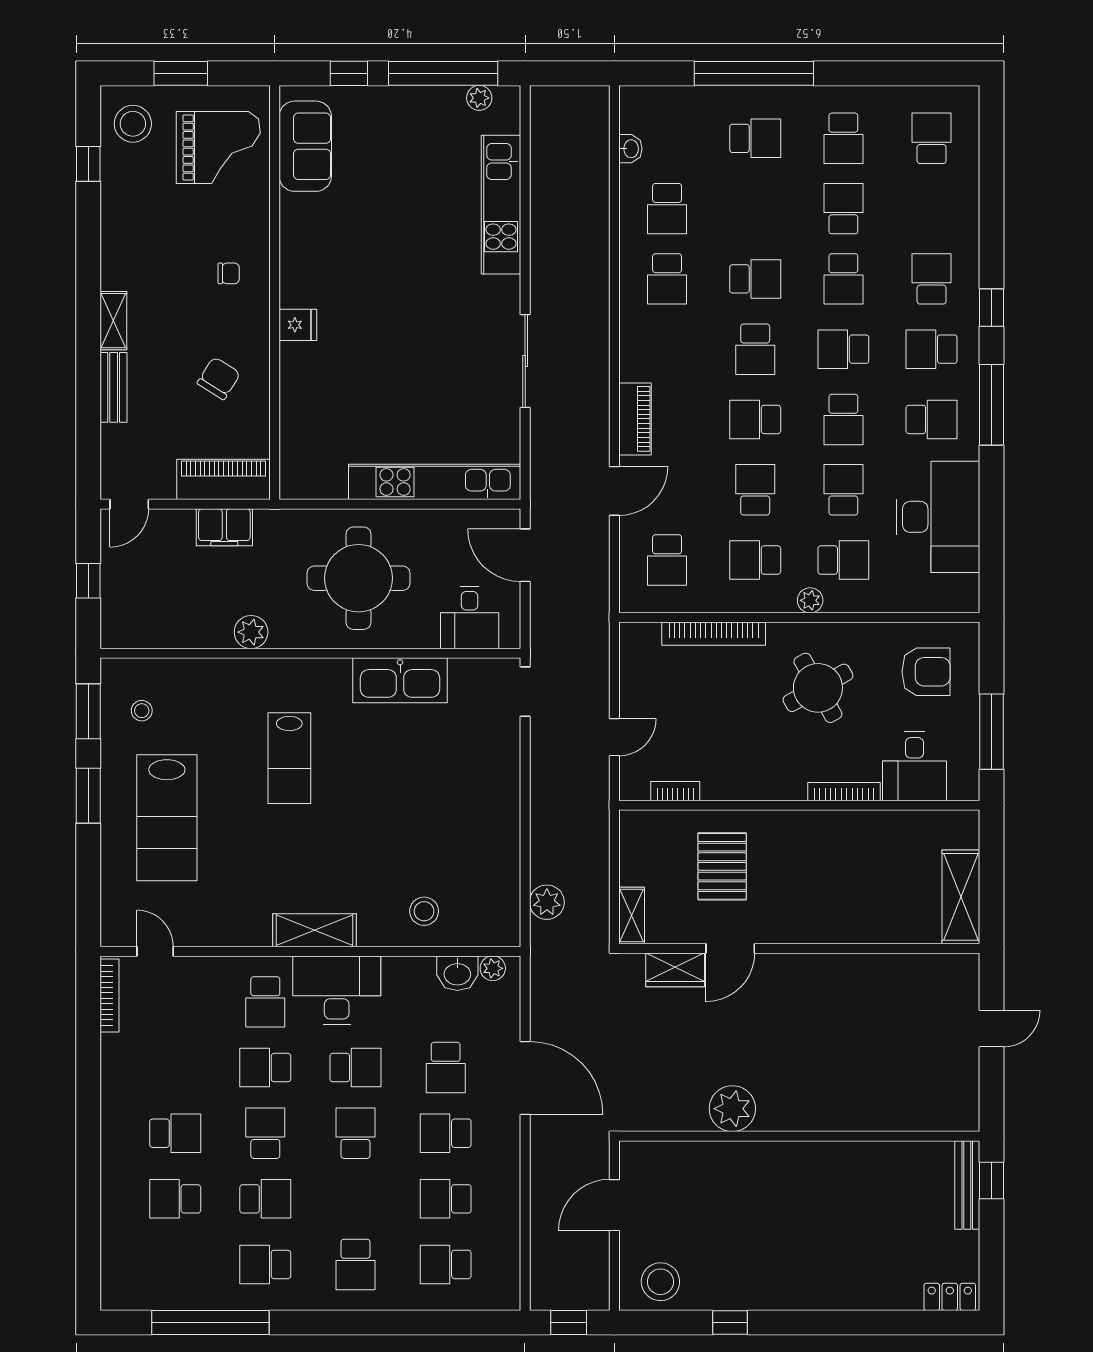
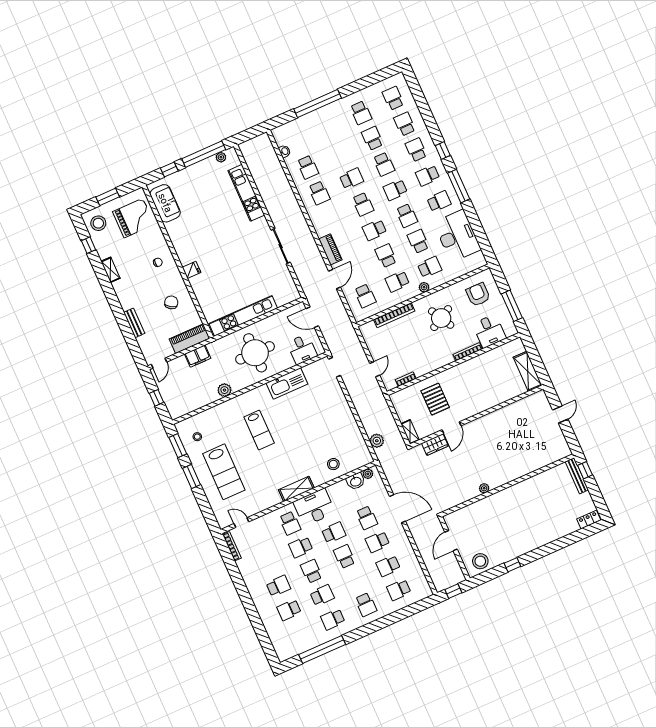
school desk: (755, 138) -> (405, 124), moved, turned -90
shelving: (113, 321) -> (111, 270), moved
kitchen unit: (435, 482) -> (243, 316), moved
armchair: (926, 672) -> (478, 295), turned -90
plant: (732, 1109) -> (484, 488), width x0.53, depth x0.53

